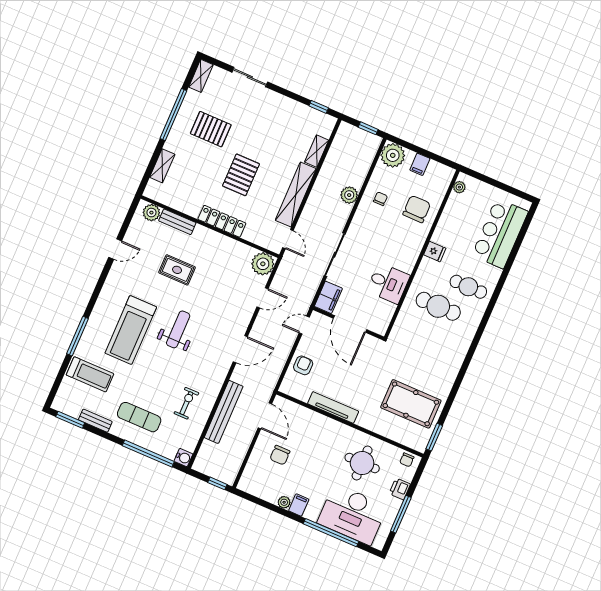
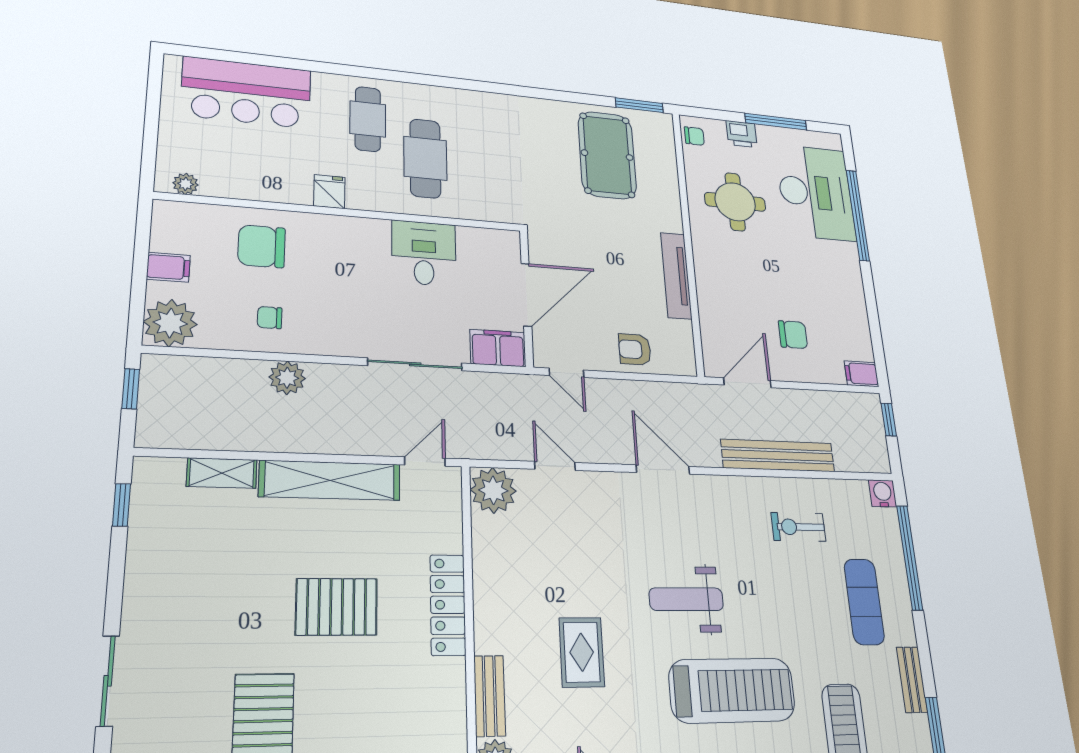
plant: (284, 502) -> (856, 302), removed
filing cabinet: (299, 505) -> (861, 374), moved

